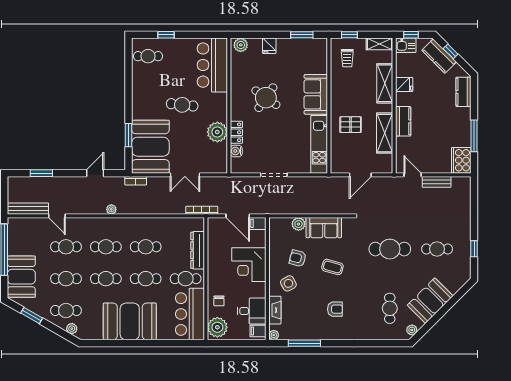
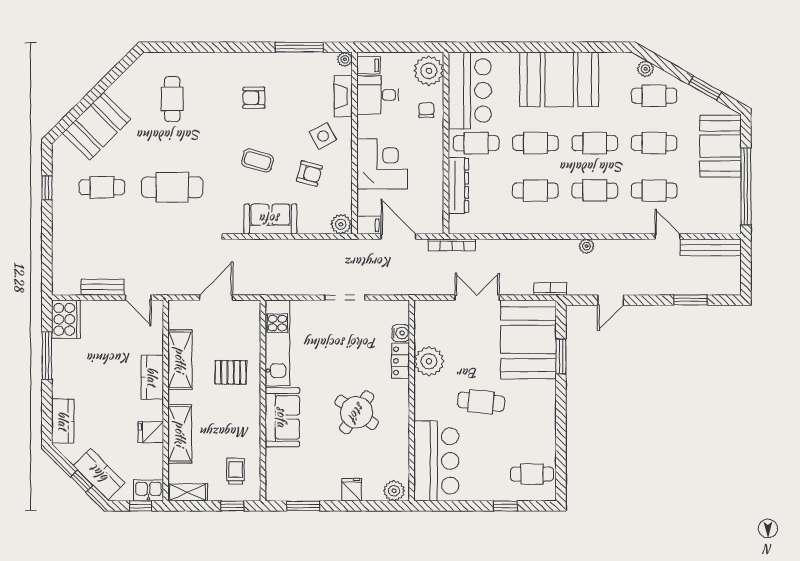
plant: (298, 224) -> (341, 224), moved
booth: (430, 301) -> (97, 126), moved
plant: (412, 330) -> (139, 67), removed

